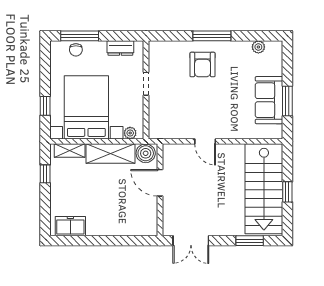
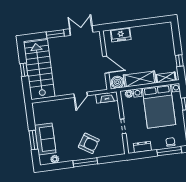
armchair: (203, 65) -> (89, 143), turned 123
sofa: (269, 100) -> (45, 139), moved
window: (287, 101) -> (33, 140), moved
fireplace: (165, 132) -> (107, 97), added
door: (205, 141) -> (81, 95), swing flipped
freezer: (70, 226) -> (121, 35), moved
window: (250, 241) -> (55, 34), moved

